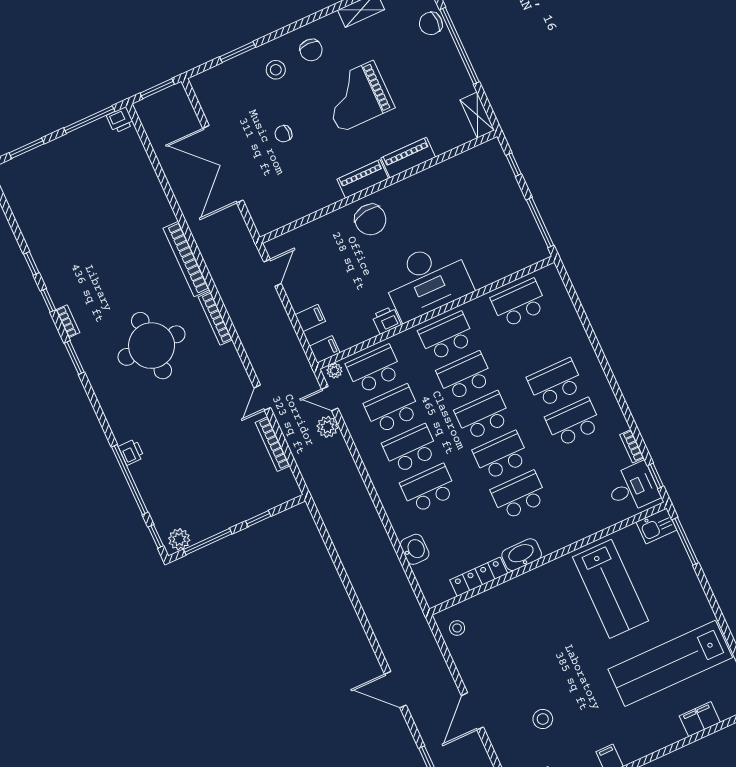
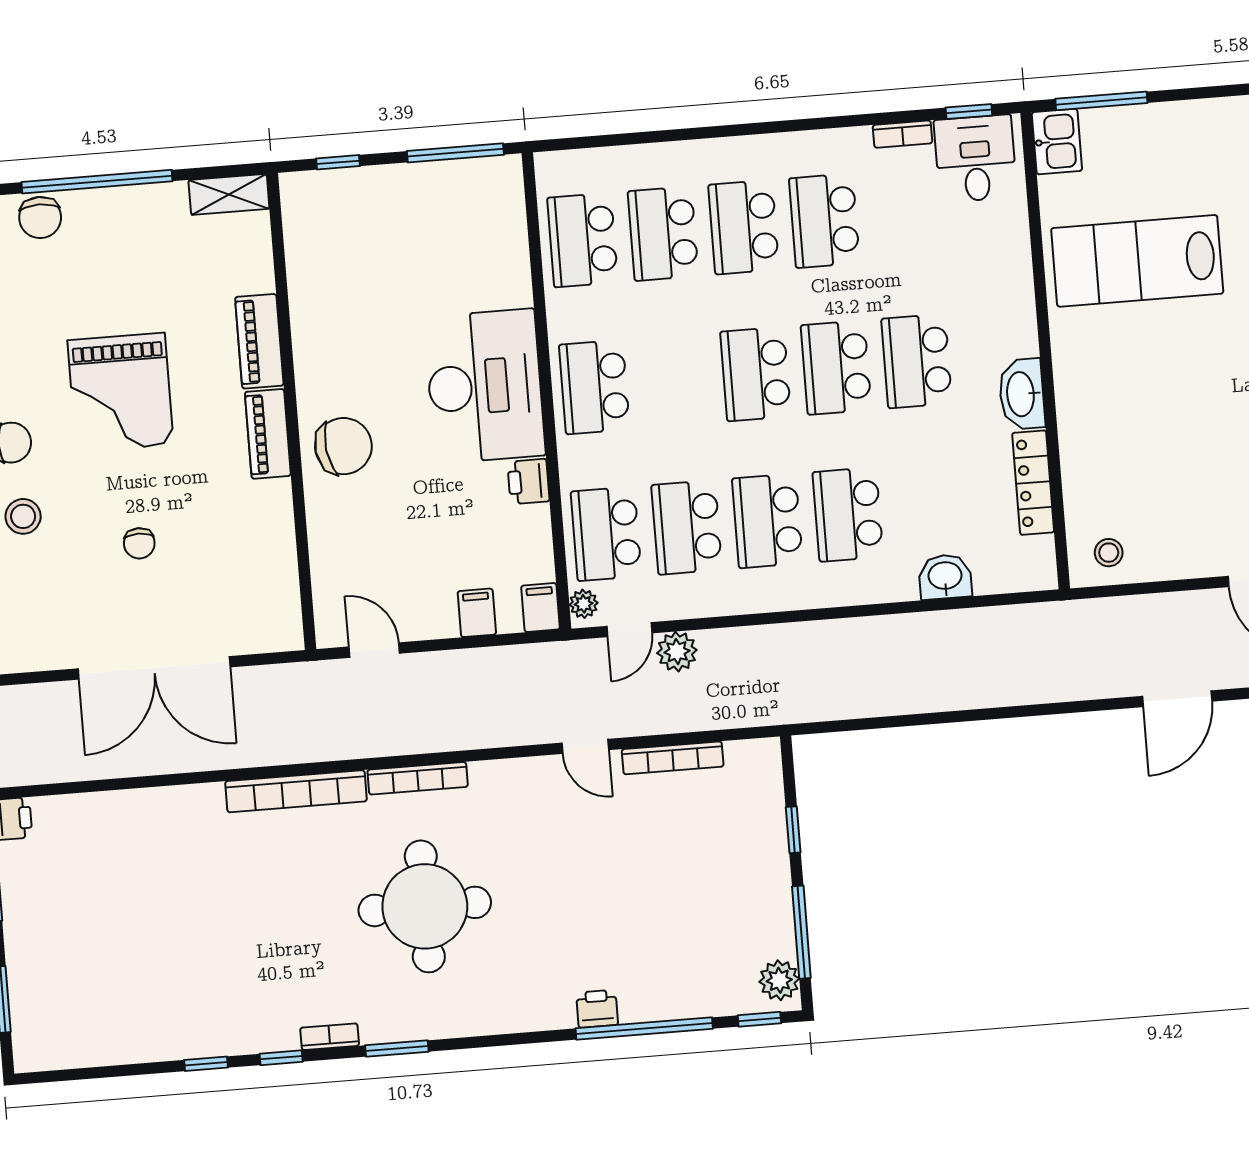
school desk: (465, 376) -> (663, 234), moved
lab bench: (611, 589) -> (1137, 261), turned 180

